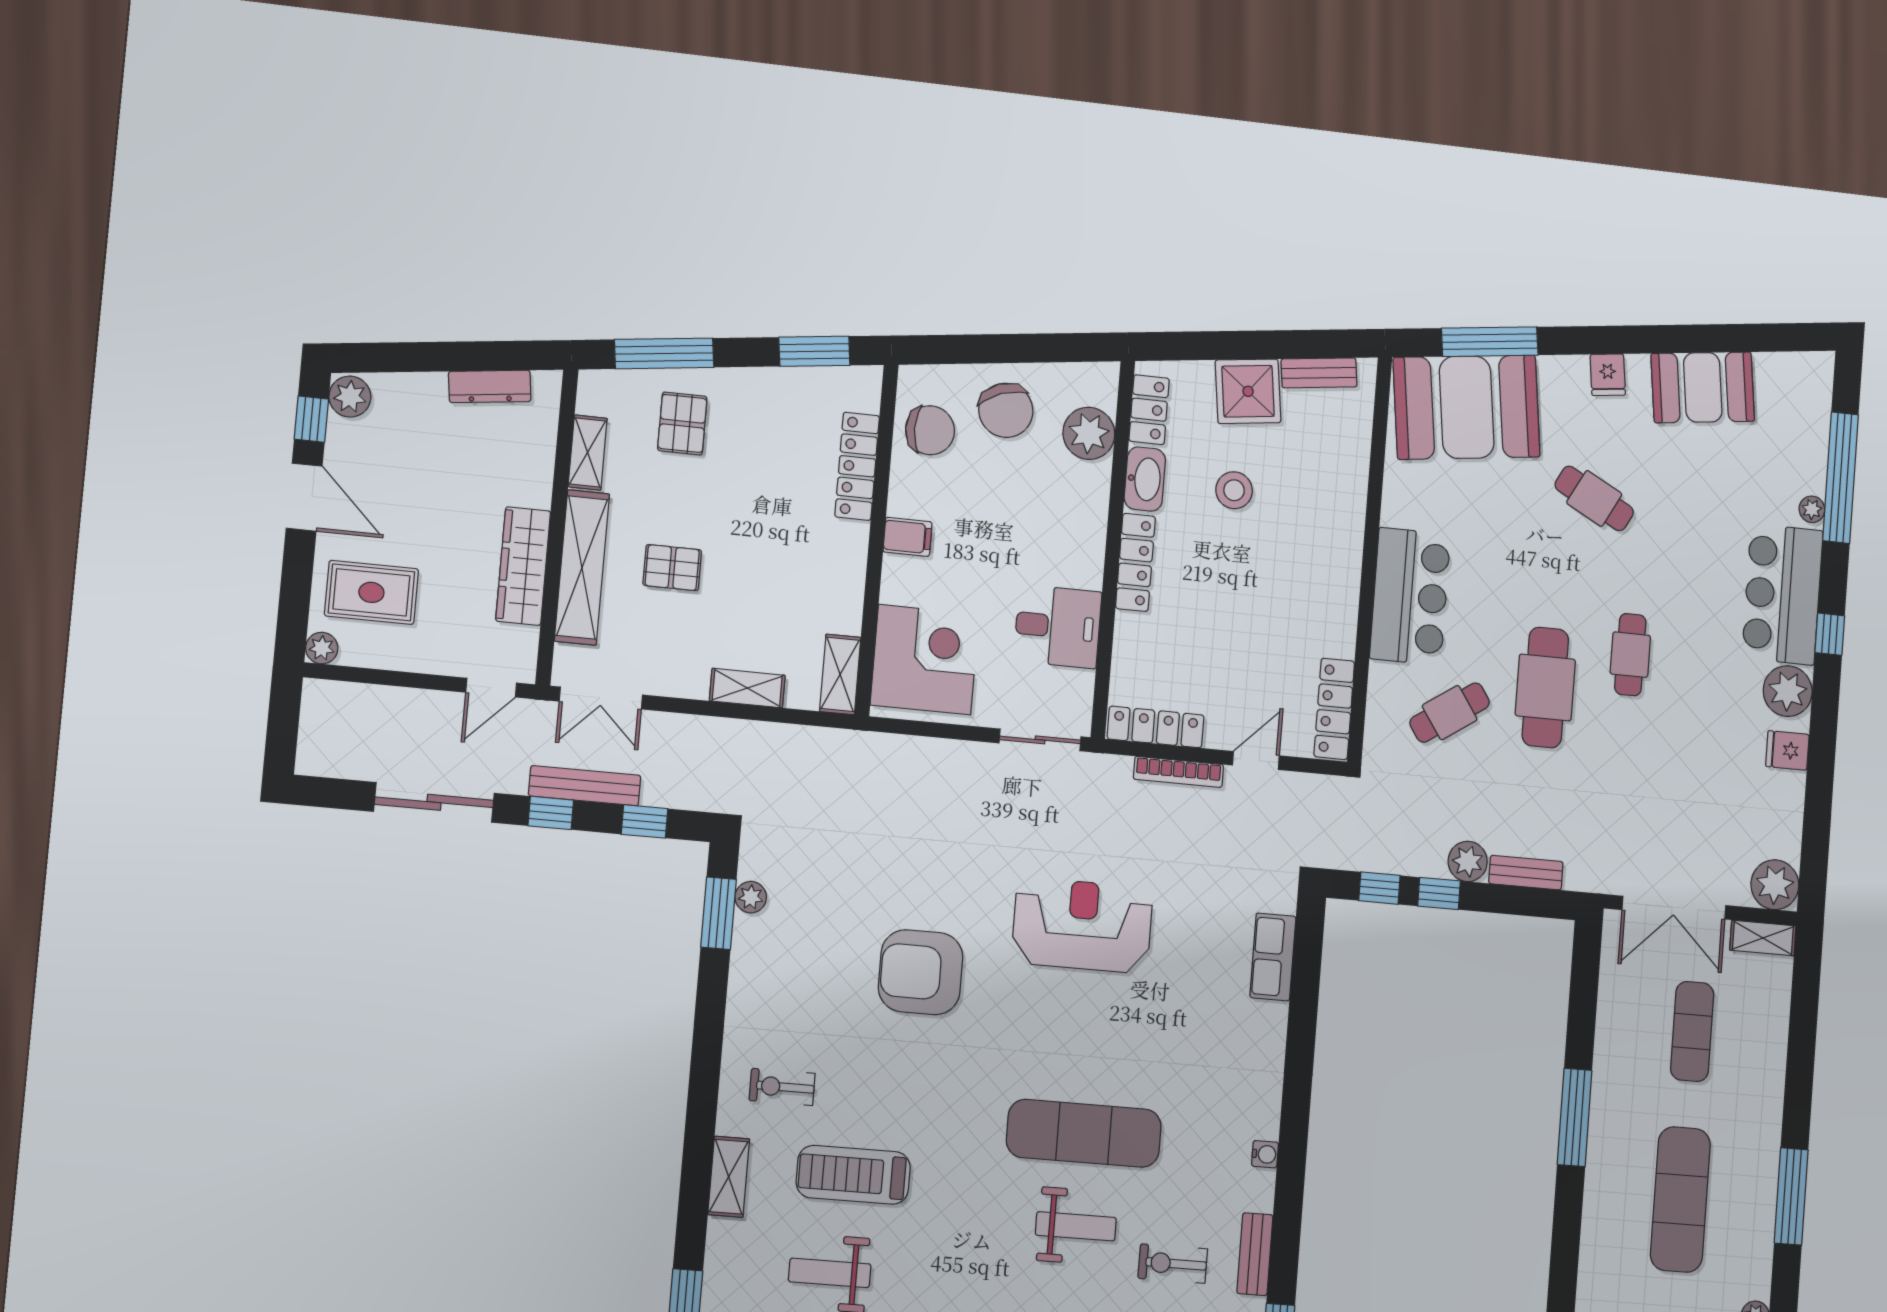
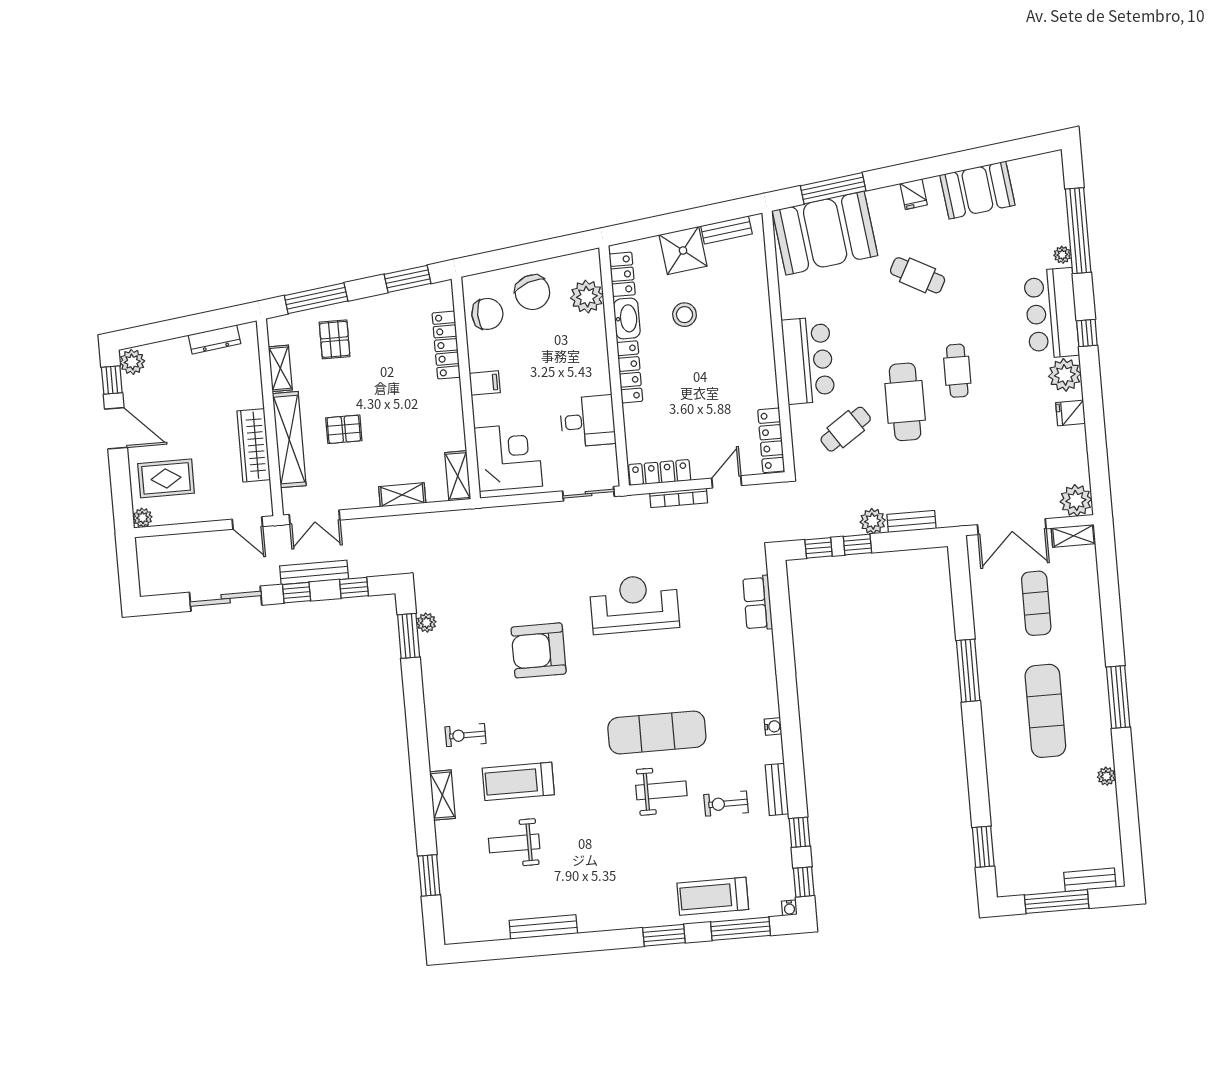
door: (491, 688) -> (247, 523), hinge flipped

